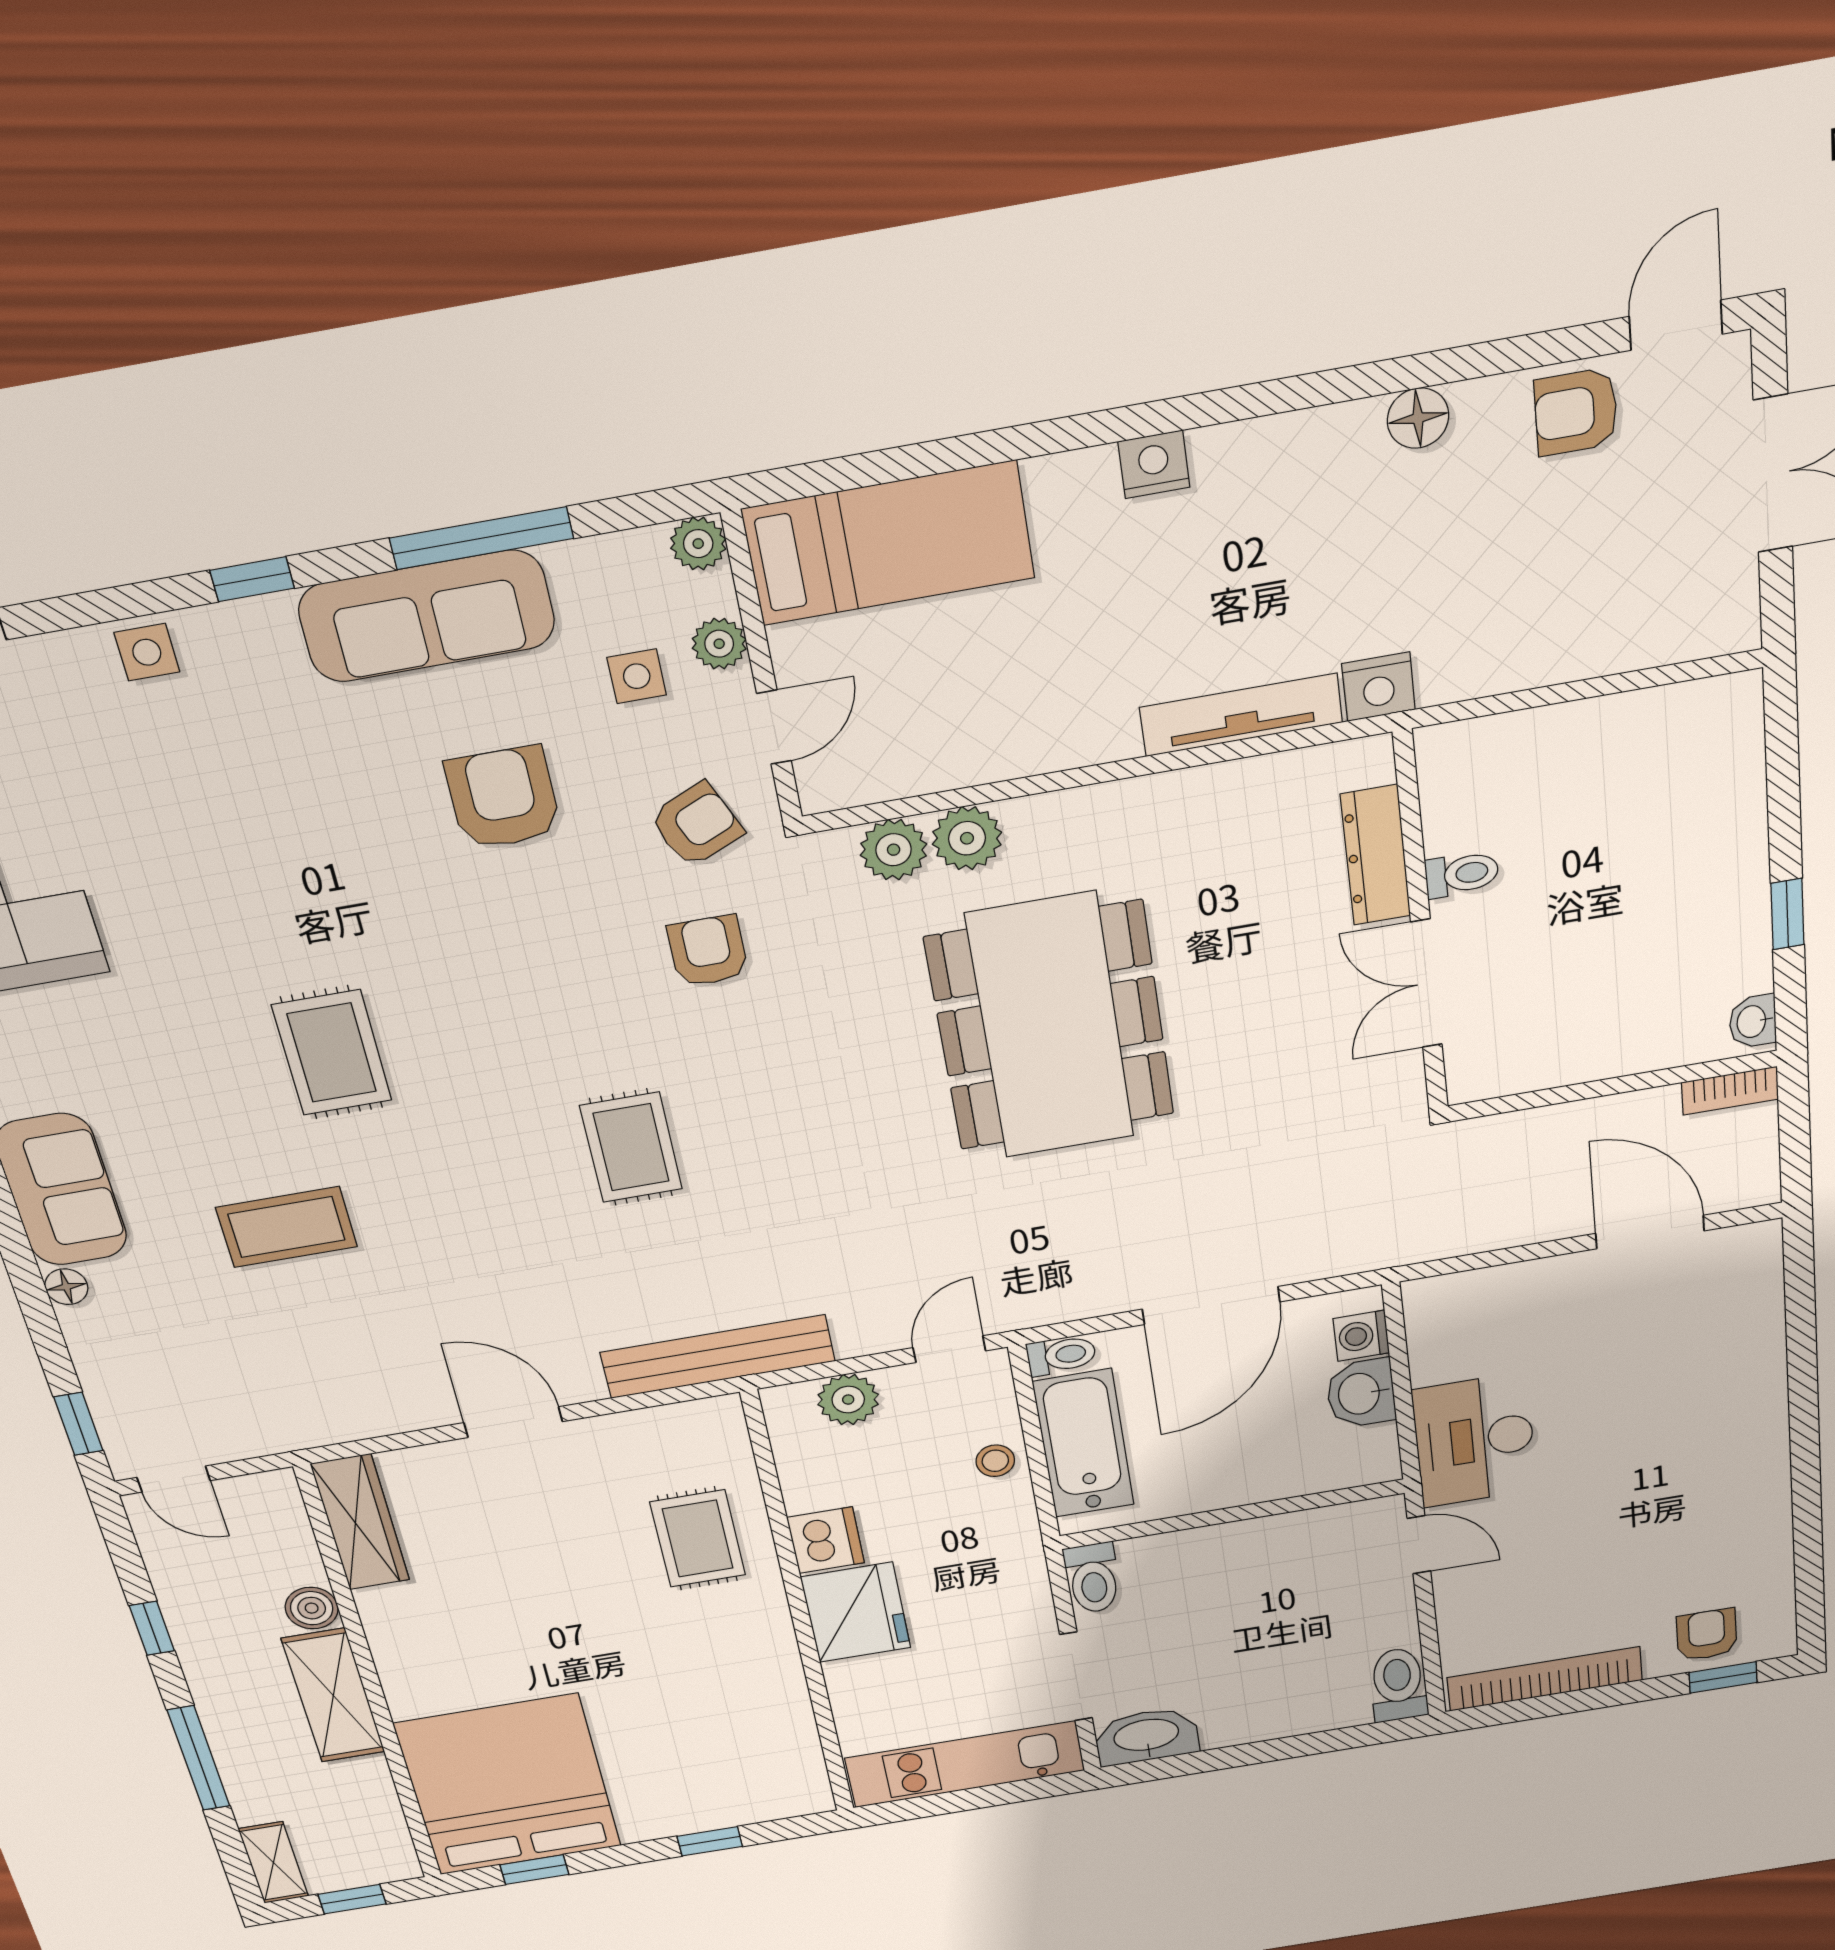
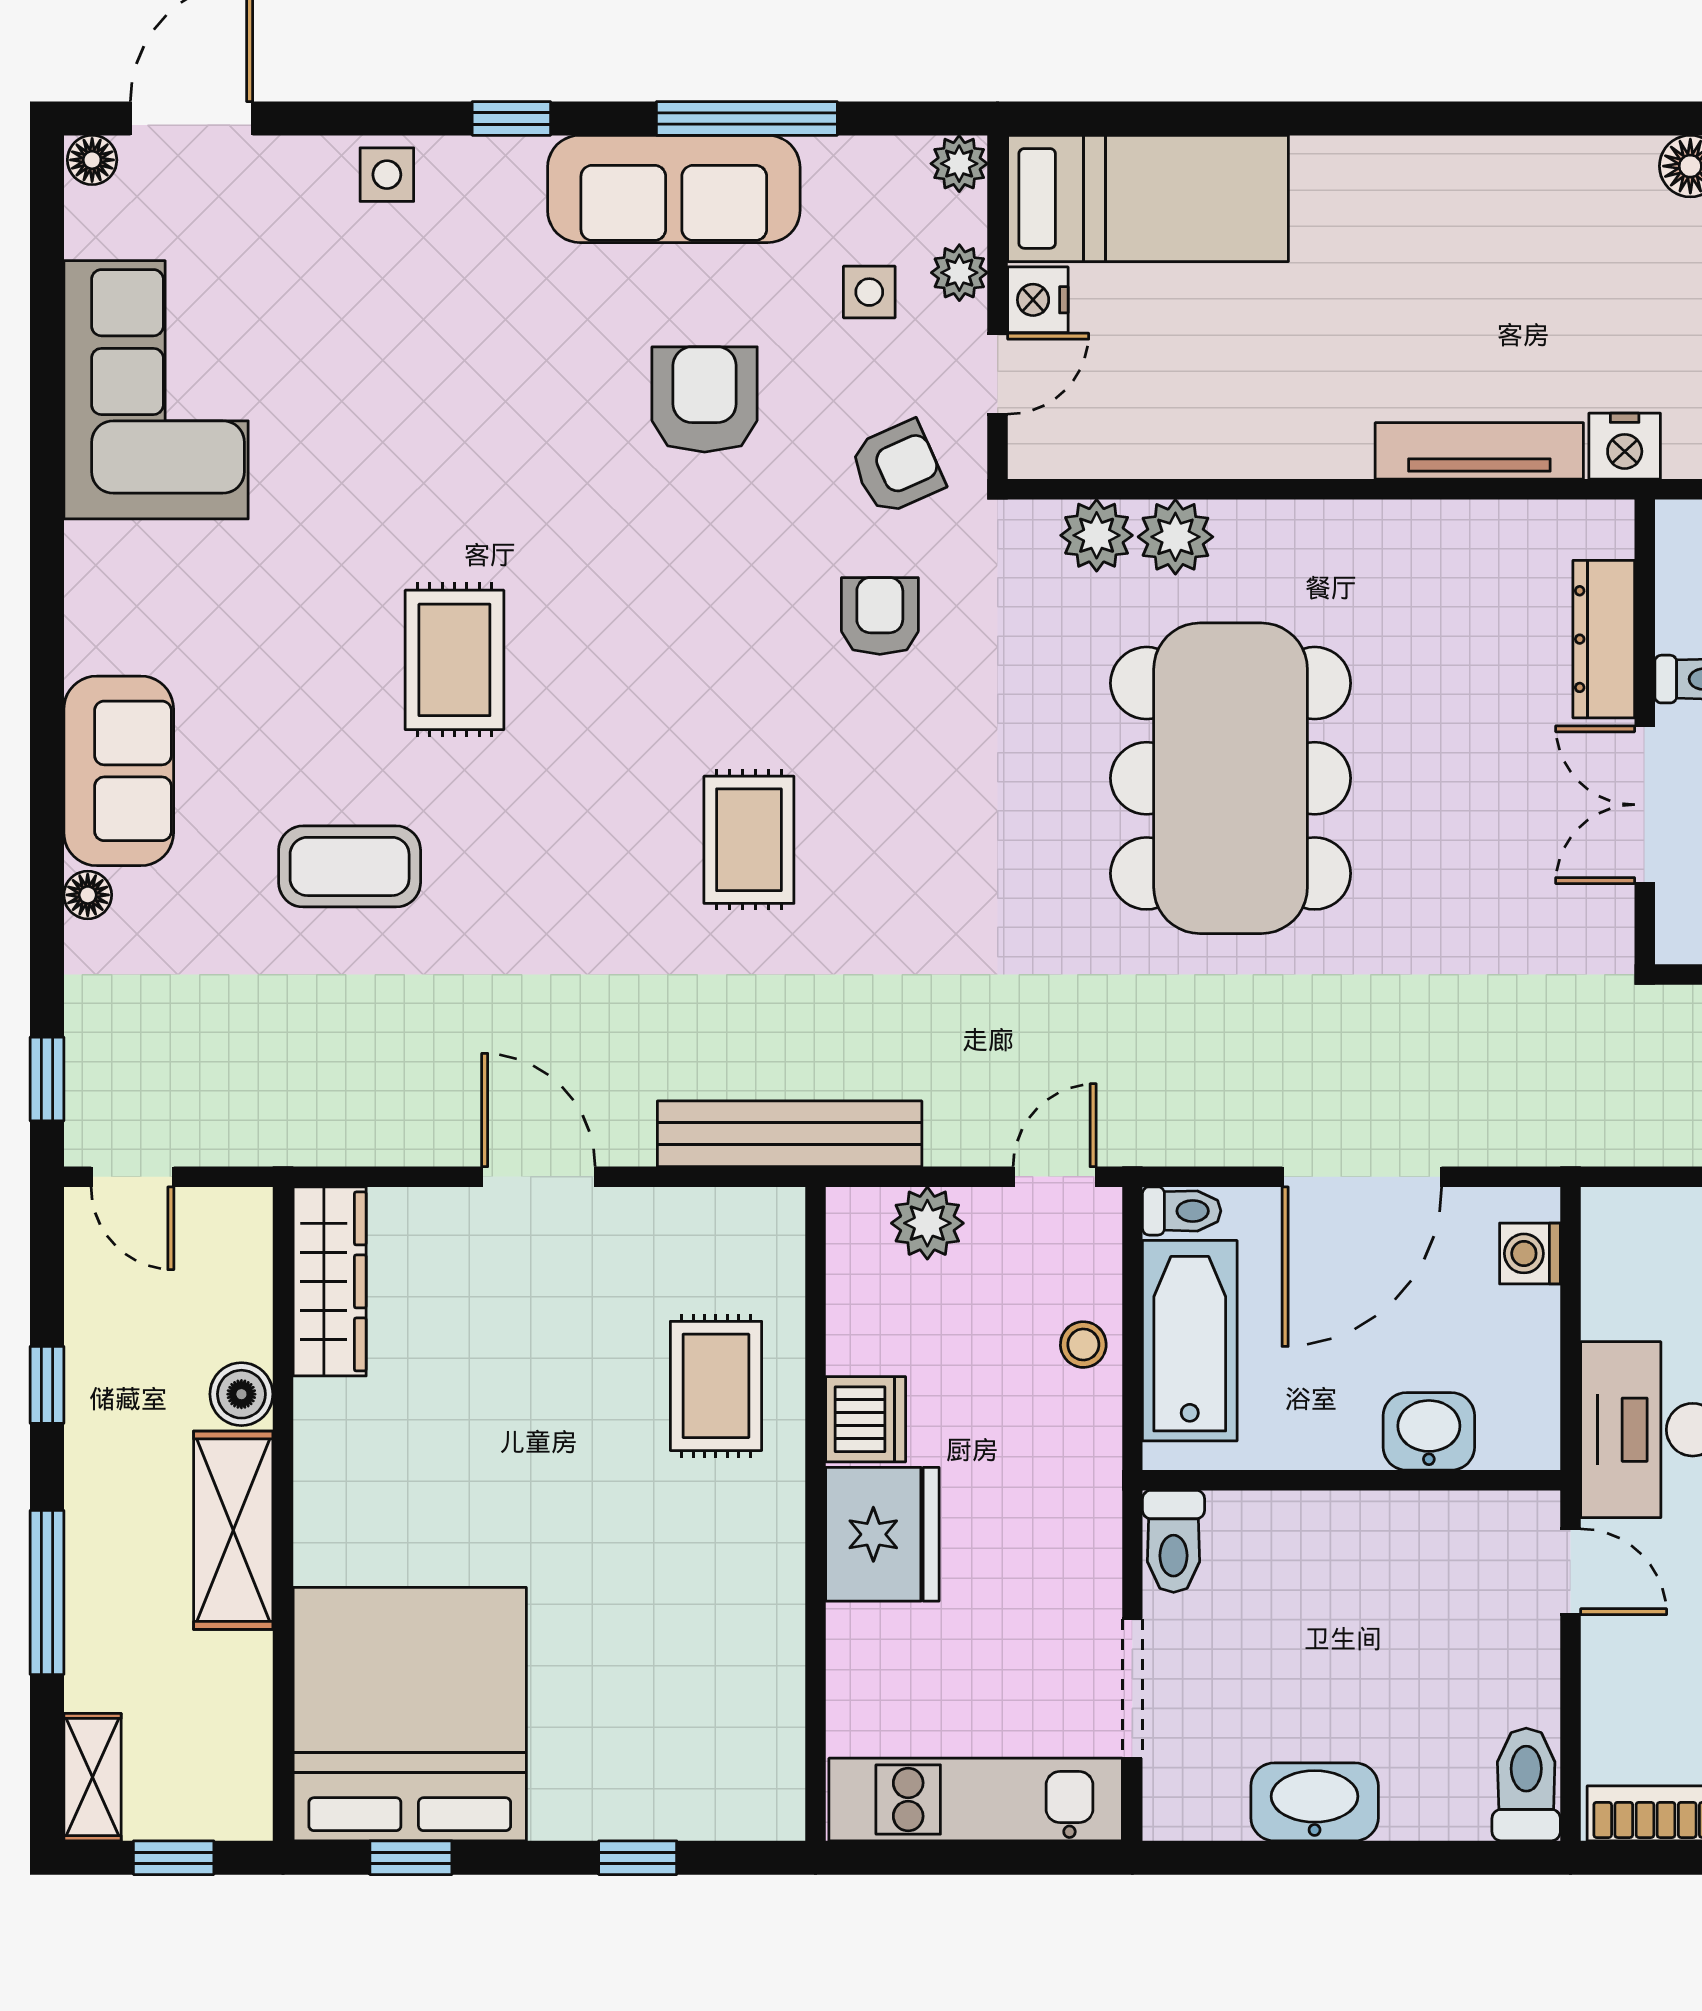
nightstand: (1154, 464) -> (1038, 300), moved, turned -90
washbasin: (1361, 1394) -> (1429, 1431), moved, turned 90
washbasin: (1147, 1736) -> (1315, 1802), moved

